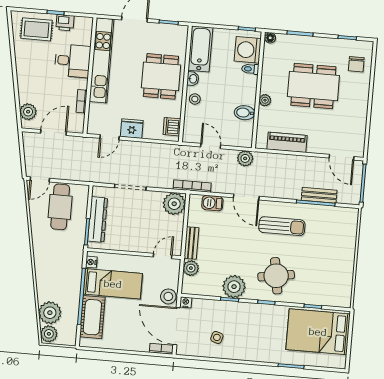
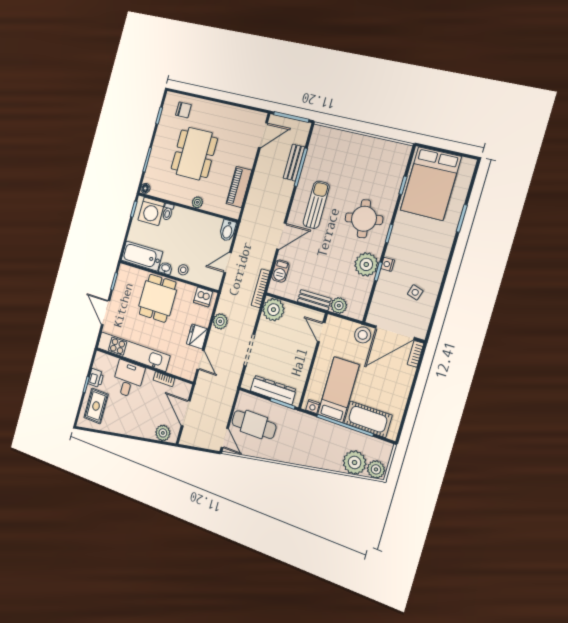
dining table: (161, 76) -> (158, 298), turned 90
bidet: (245, 113) -> (228, 230), moved
plant: (245, 158) -> (220, 321), moved
nightstand: (186, 302) -> (388, 264), moved

